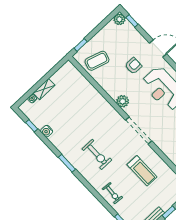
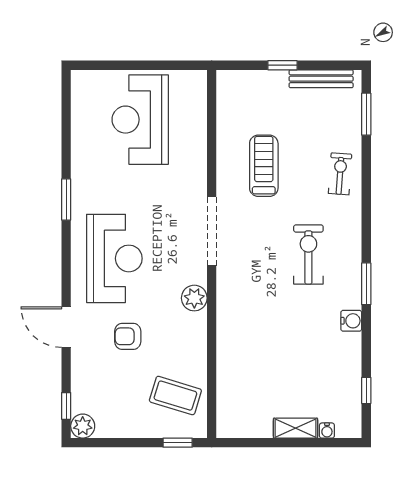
water cooler: (47, 131) -> (351, 321), moved

